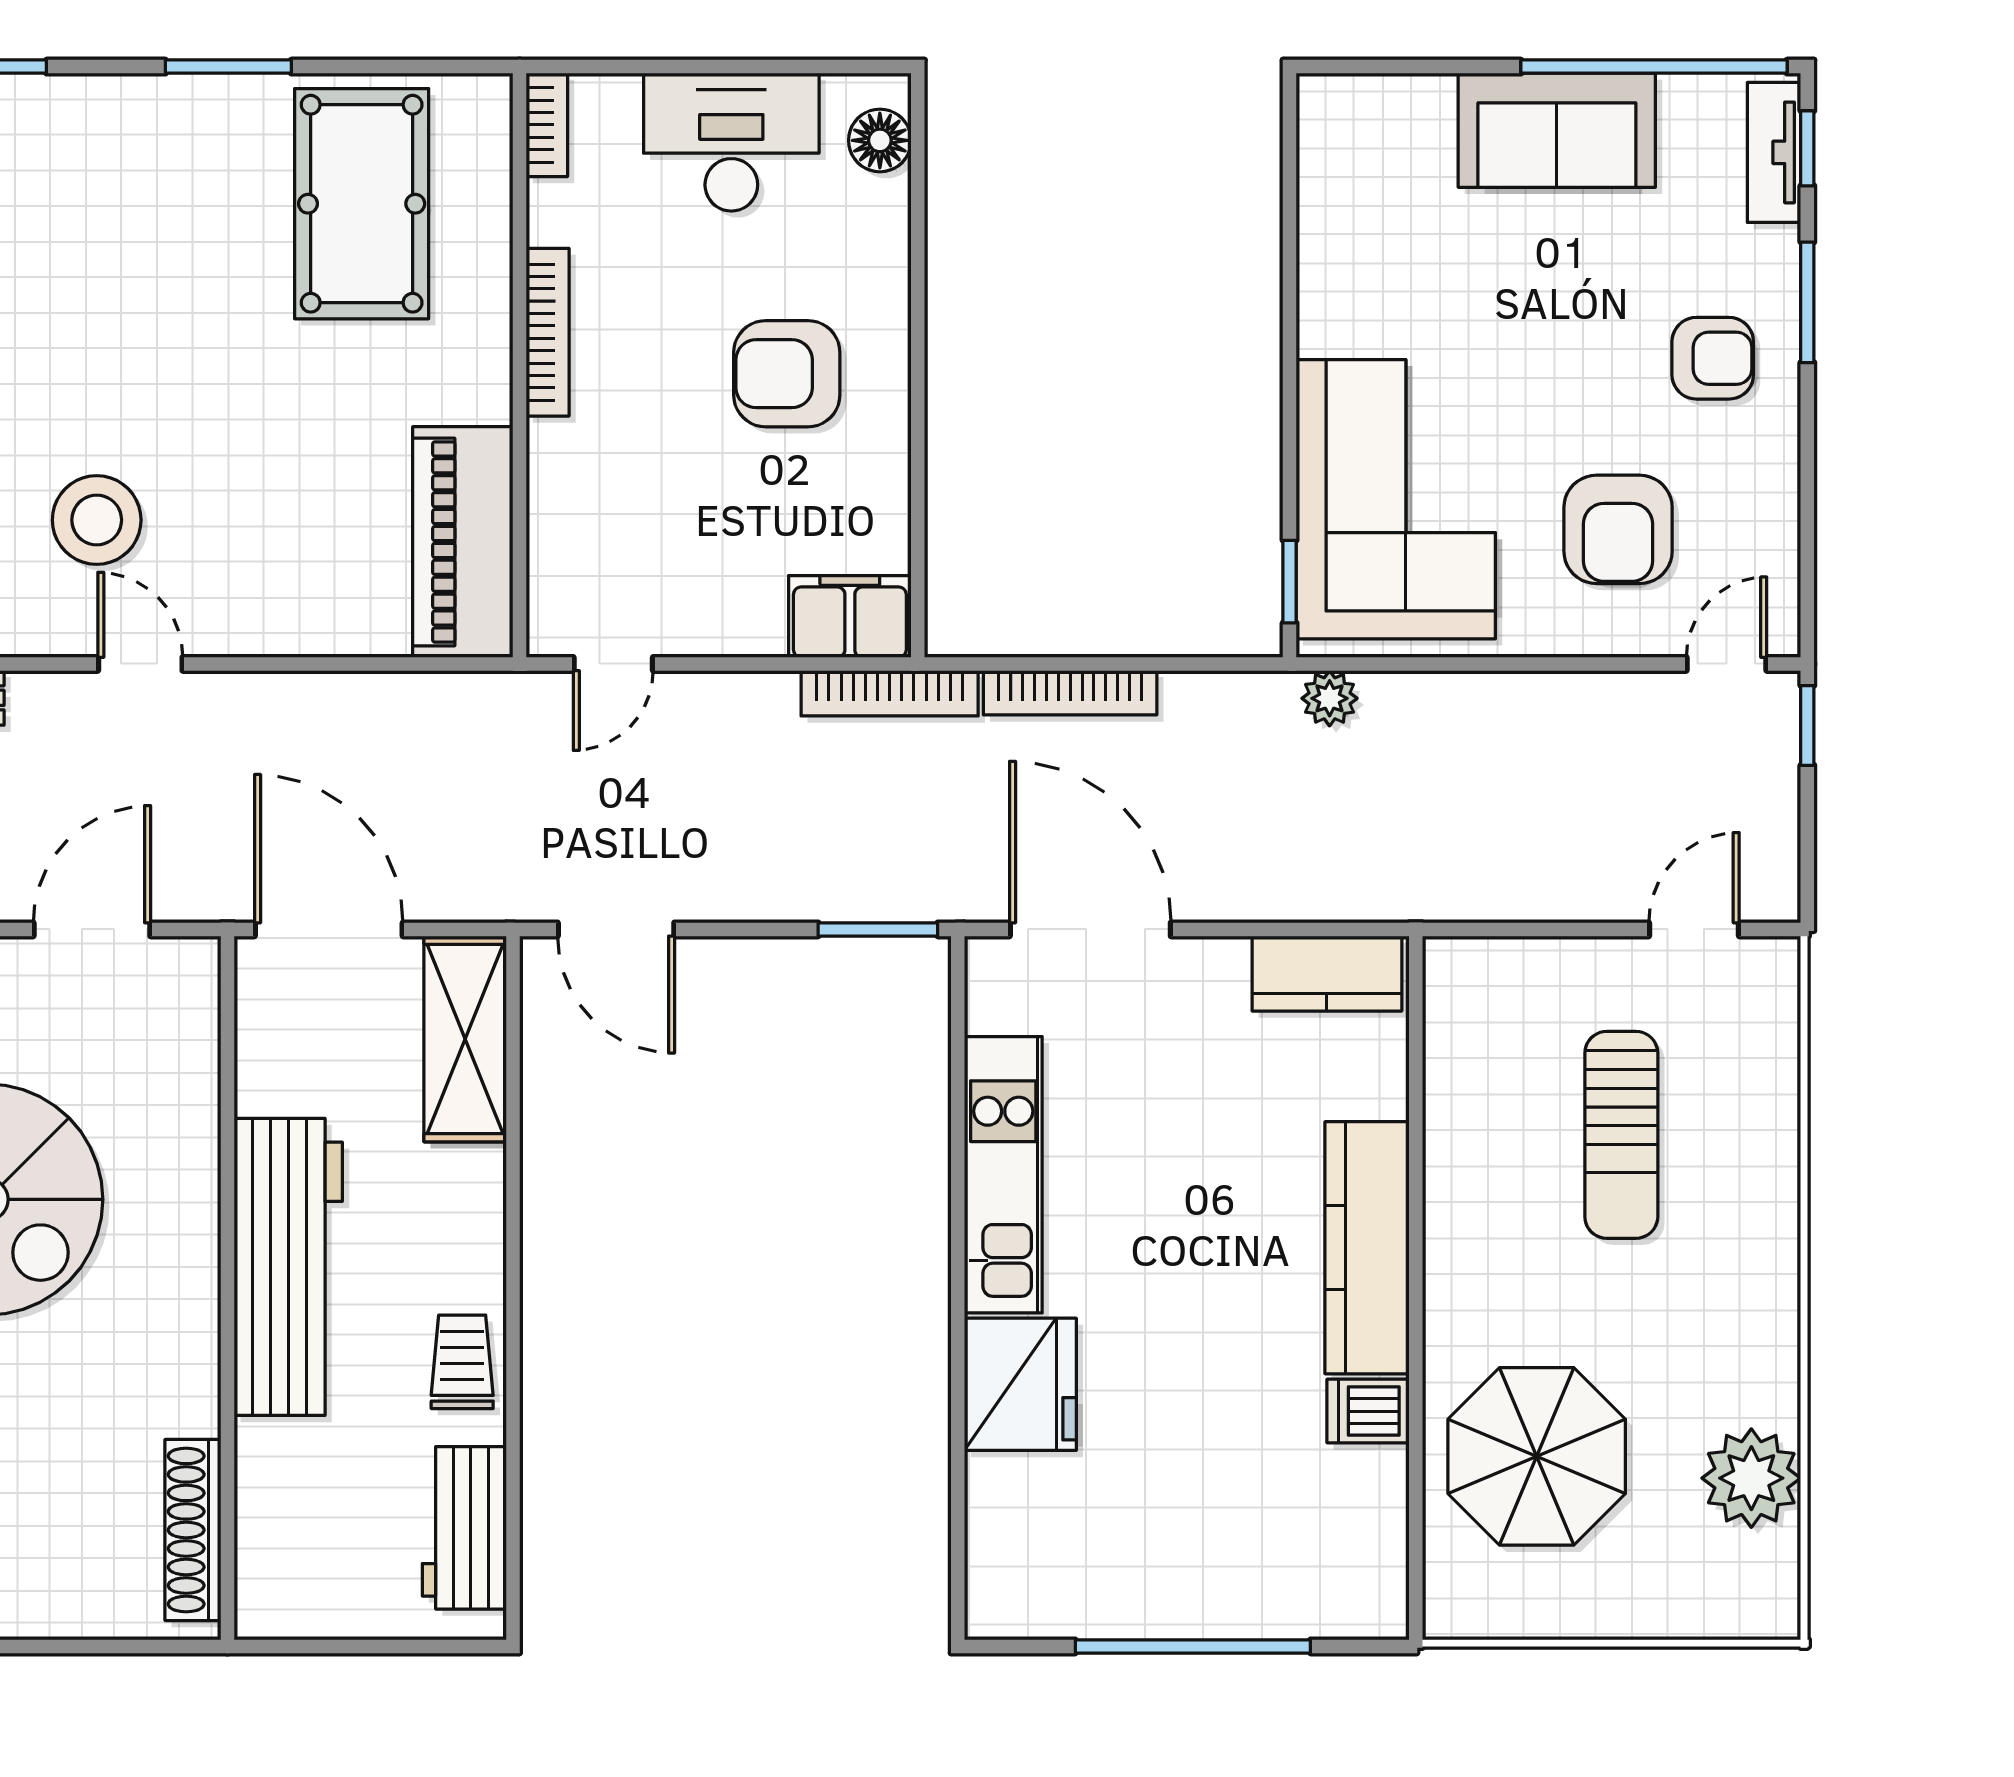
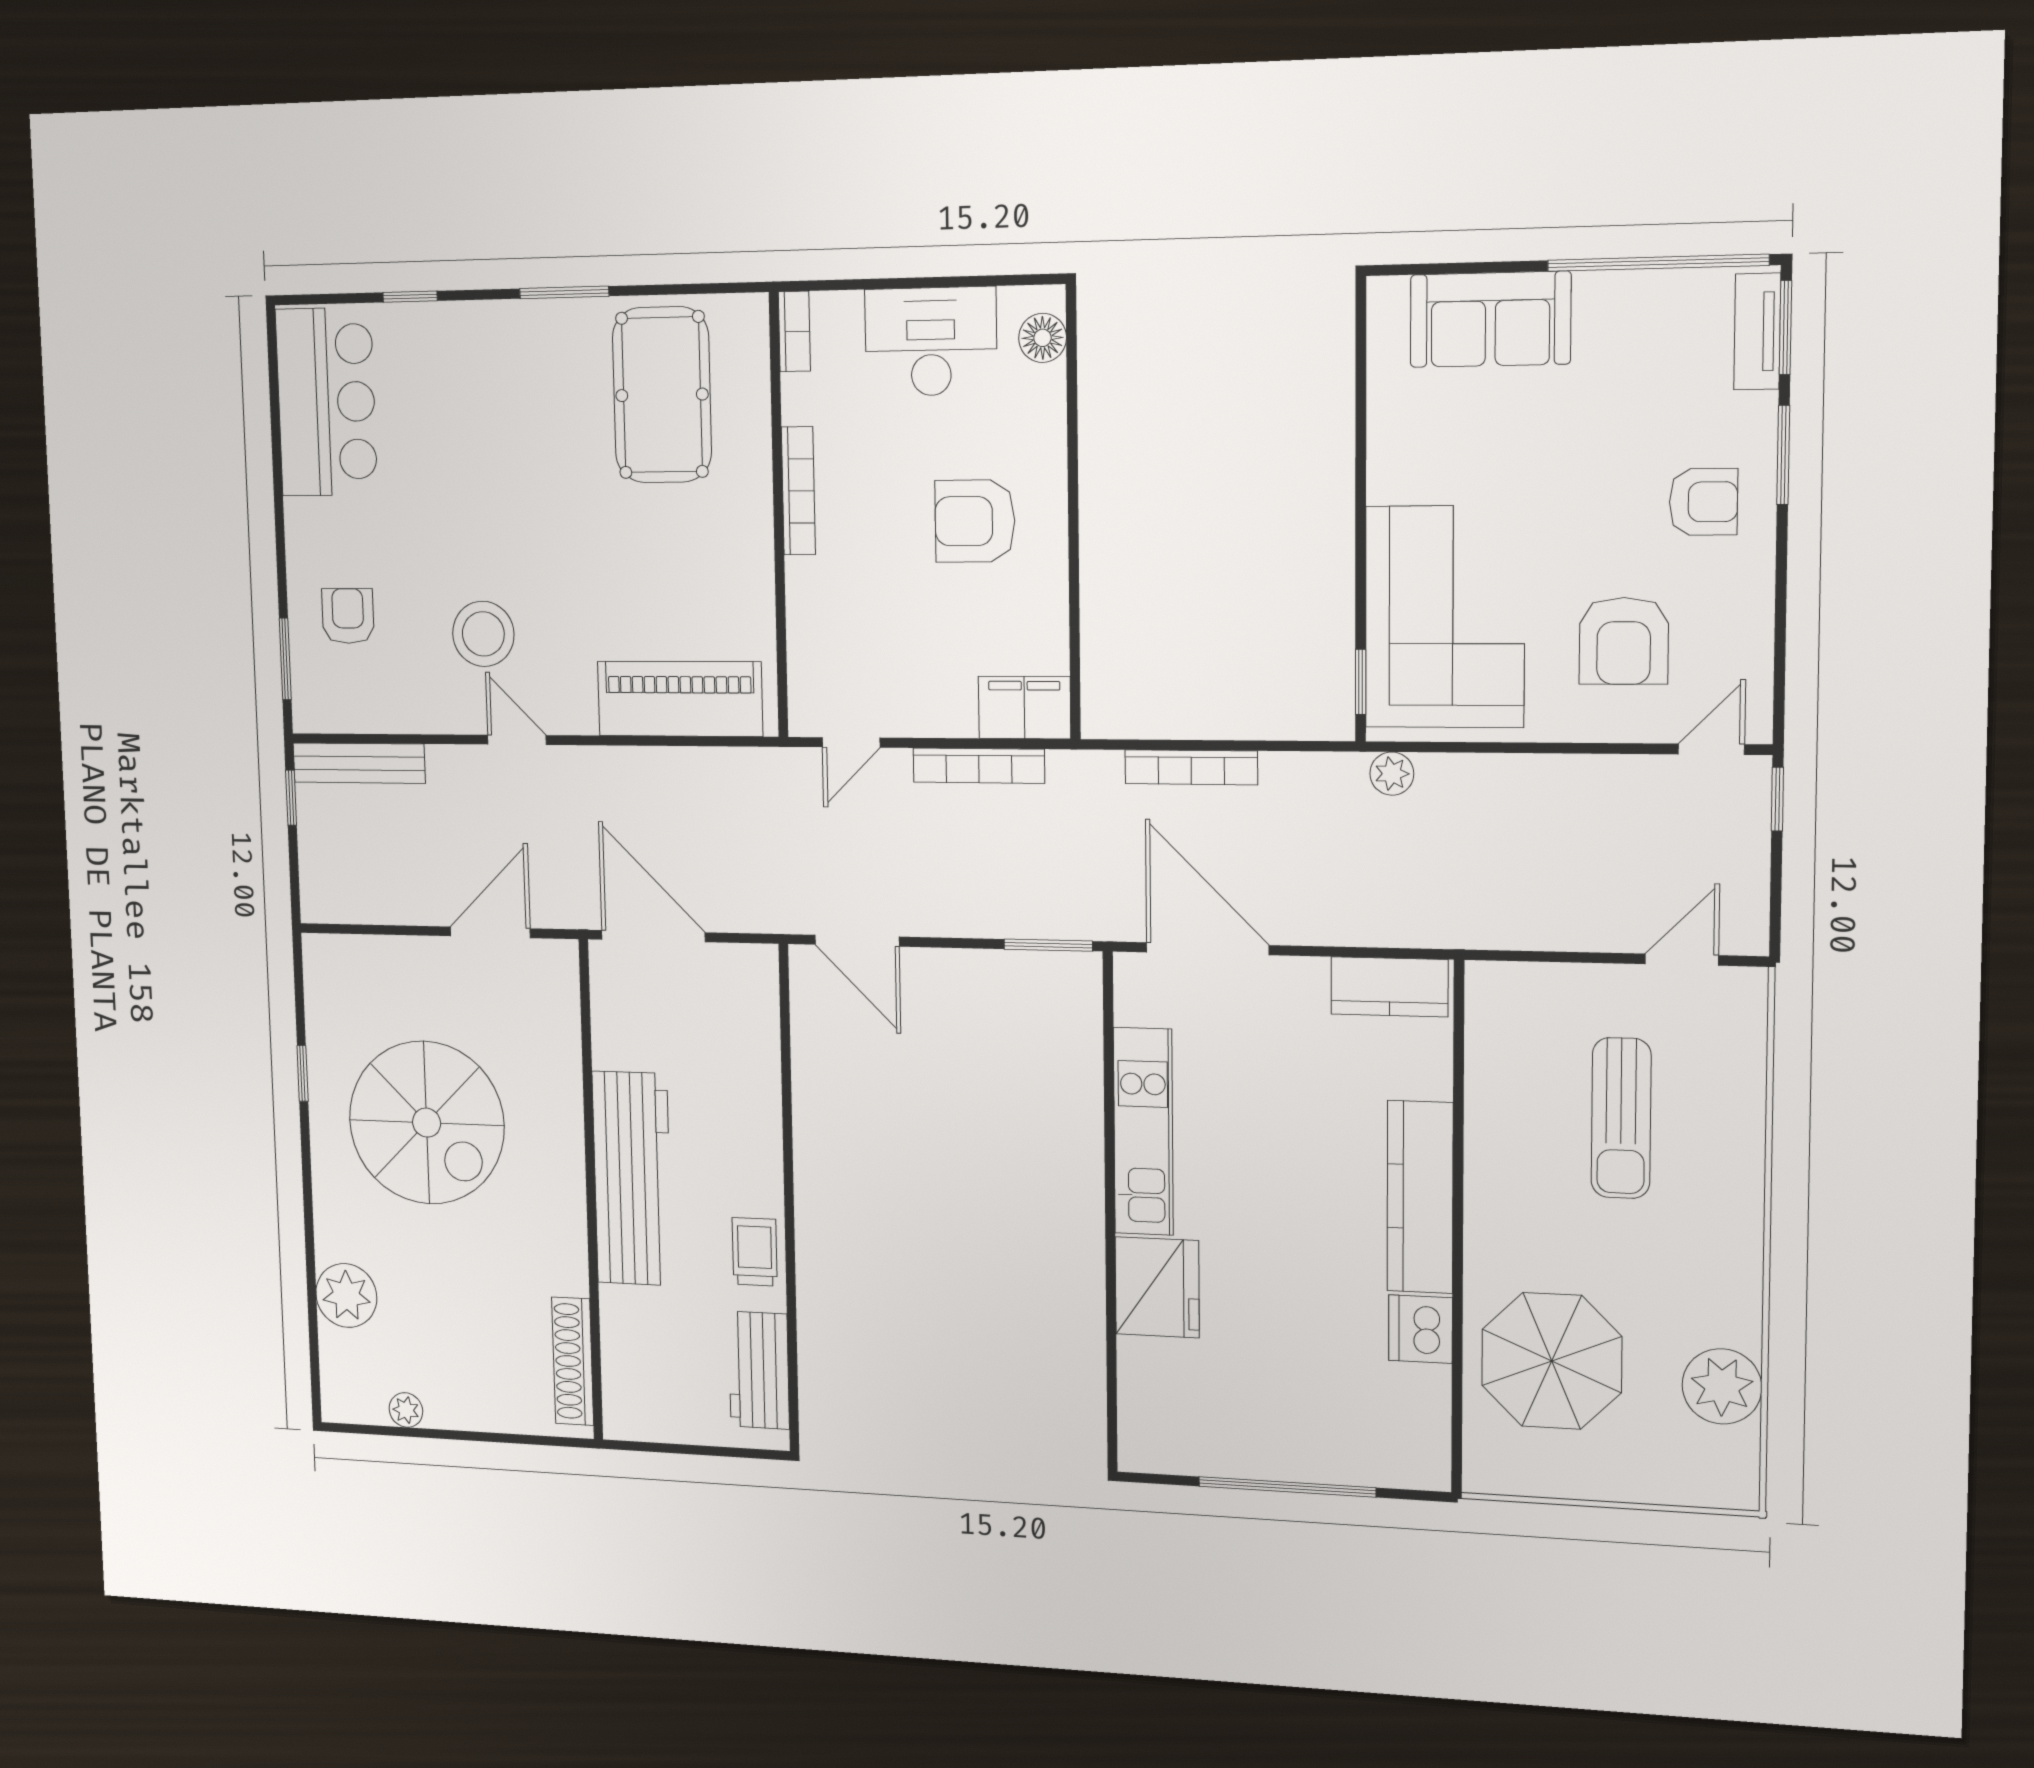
sofa: (1557, 130) -> (1490, 319), moved
window: (1807, 148) -> (1785, 328), width x1.50
piano: (463, 542) -> (680, 699), moved, turned 90
bookcase: (890, 693) -> (979, 766), moved
shelving: (465, 1039) -> (751, 1018), removed
dishwasher: (1368, 1411) -> (1420, 1329), width x1.38

